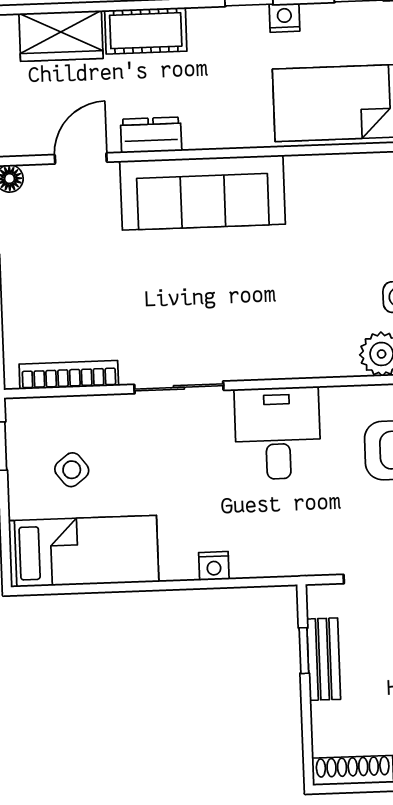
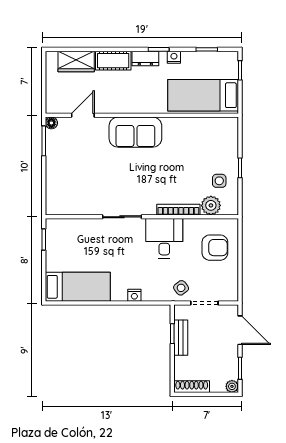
dresser: (151, 135) -> (145, 58), moved, turned 180
sofa: (203, 193) -> (135, 132), width x0.73
bookcase: (69, 375) -> (178, 210), moved
side table: (72, 470) -> (181, 288), moved

